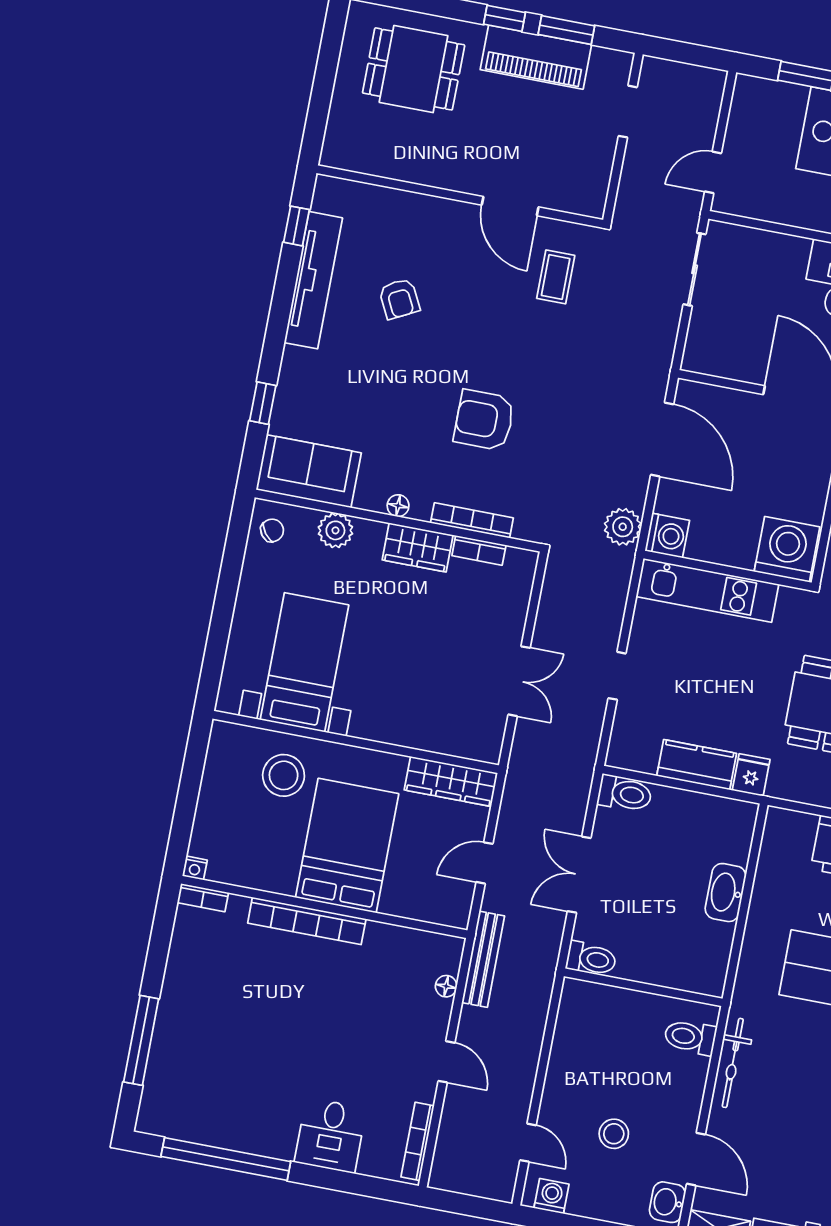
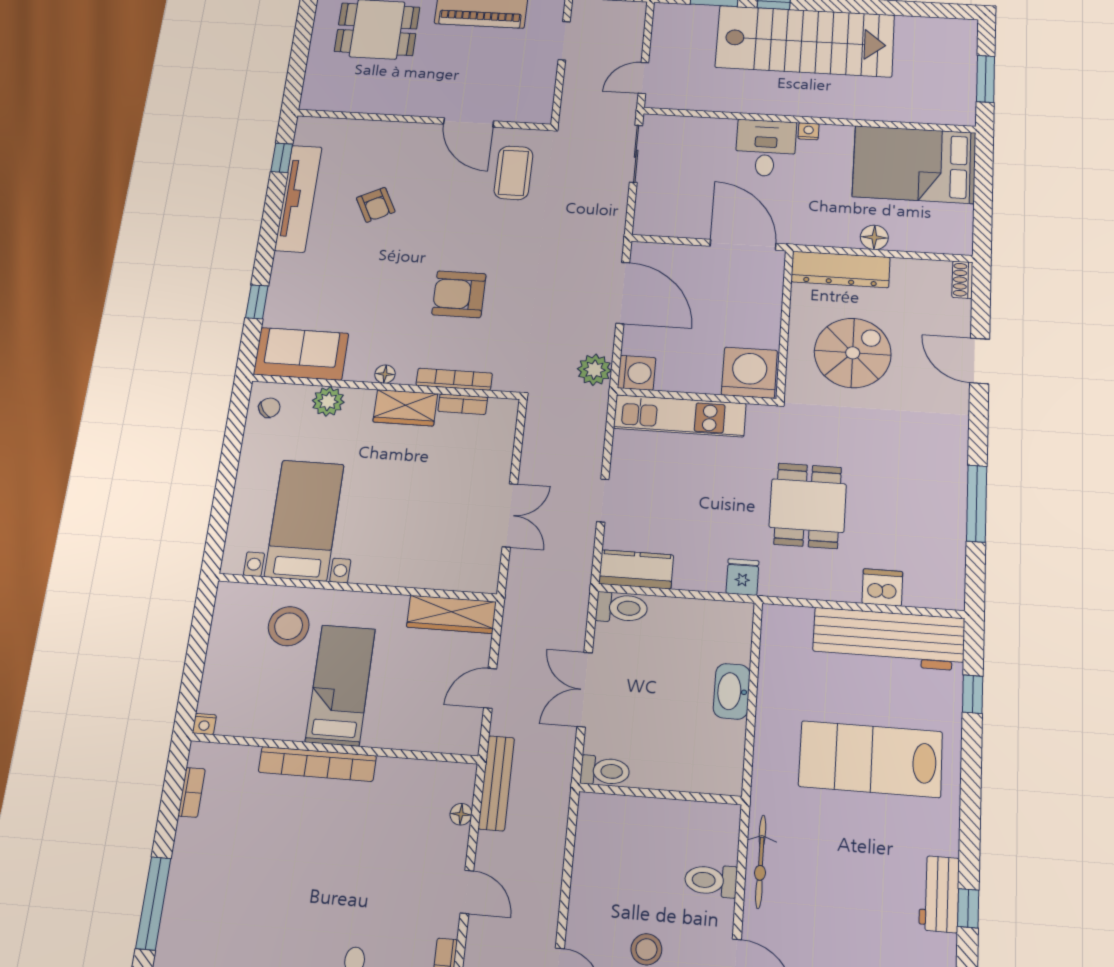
coffee table: (556, 277) -> (513, 173), width x1.36, depth x1.30
kitchen counter: (697, 765) -> (636, 569), moved
bed: (347, 846) -> (340, 685), width x0.67
bookcase: (203, 898) -> (192, 792), moved, turned -90
toilet: (690, 1037) -> (711, 880), moved

